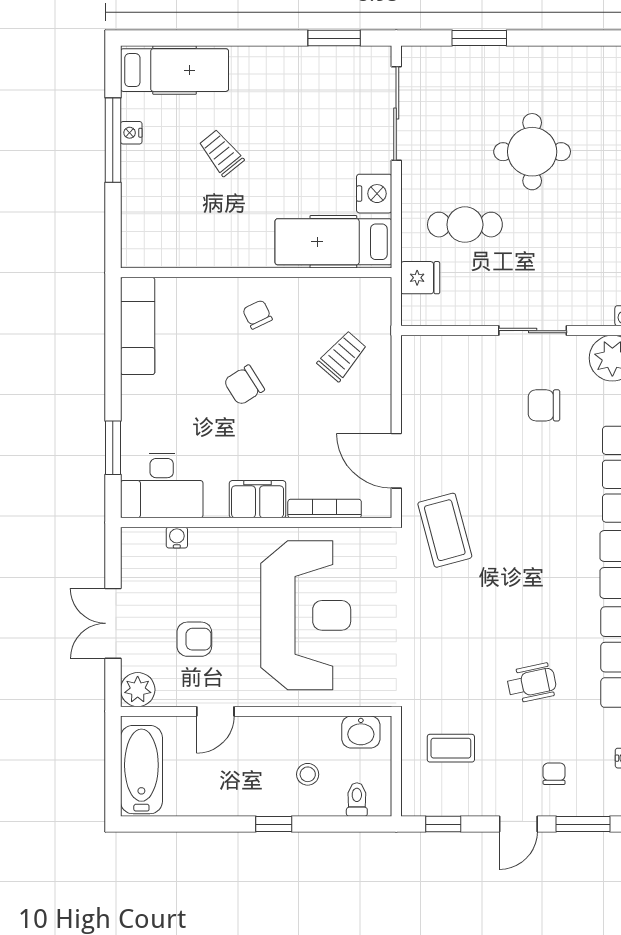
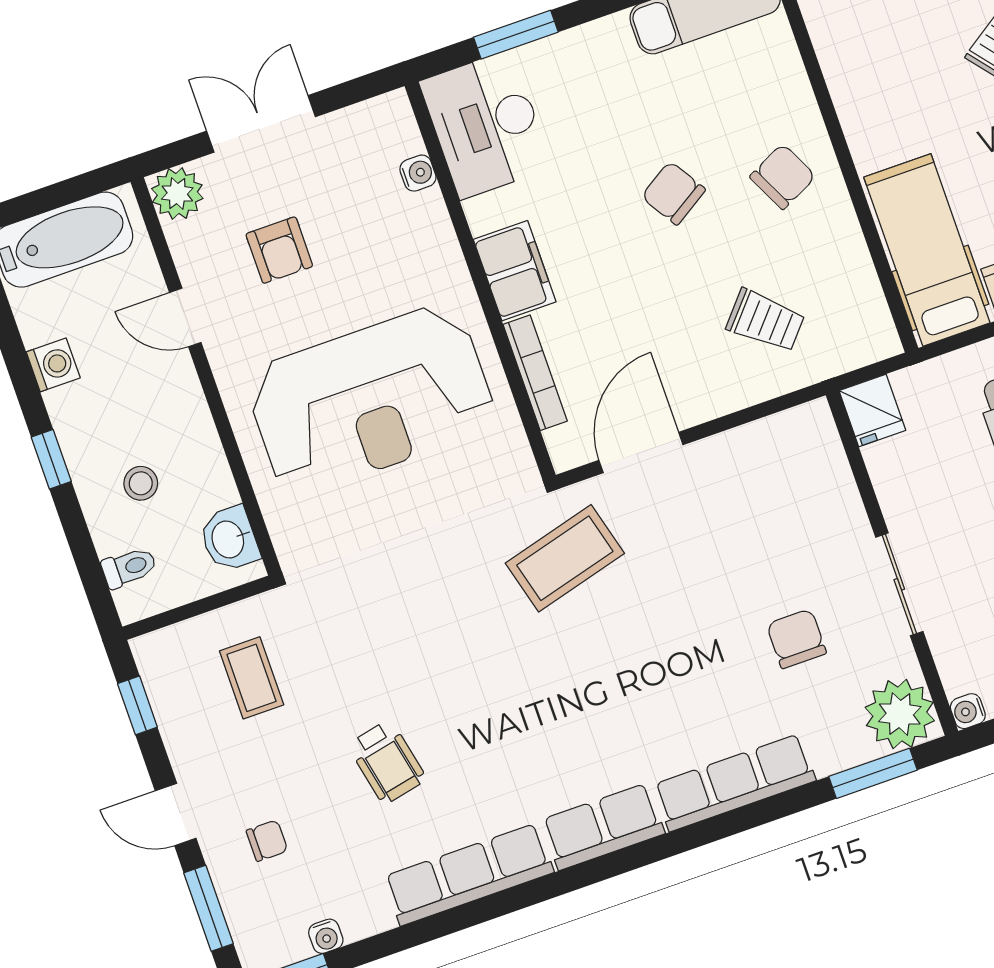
fridge: (420, 278) -> (872, 410), moved
chair: (257, 314) -> (783, 177), width x1.37, depth x1.37
washing machine: (216, 803) -> (53, 365), added

